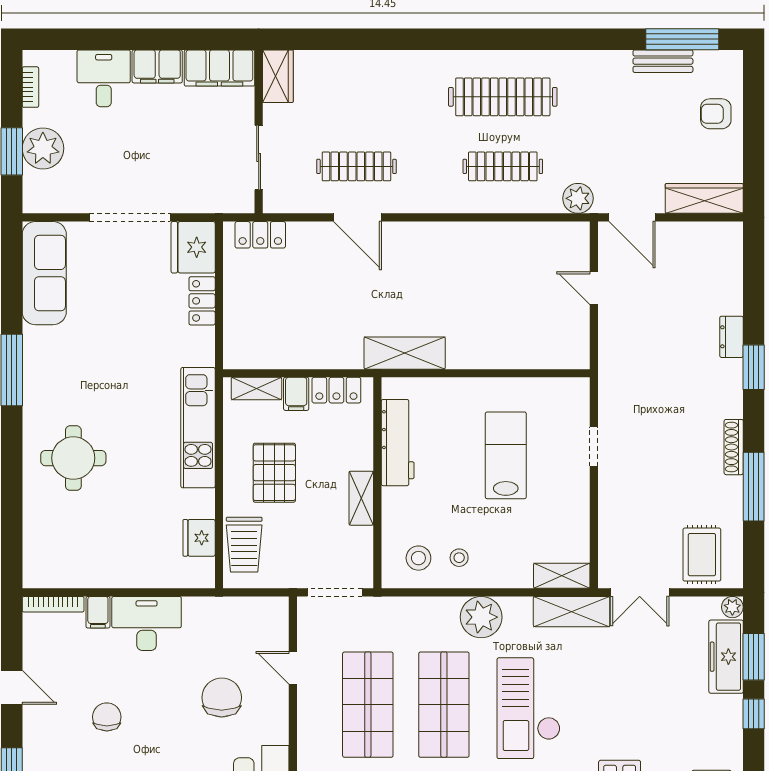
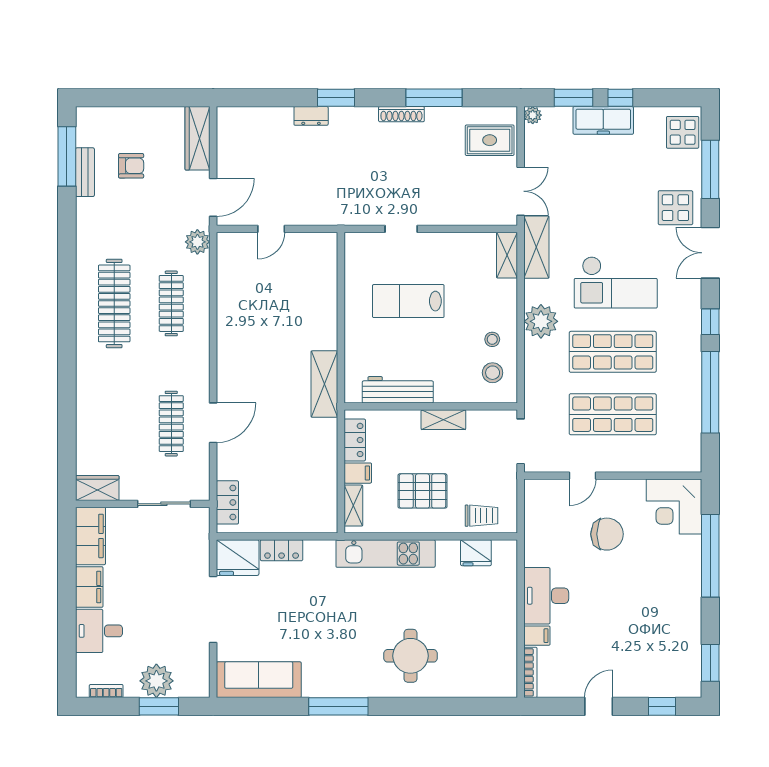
armchair: (716, 114) -> (131, 166), moved, turned -90
trolley: (244, 545) -> (482, 516), width x0.73, depth x0.72
freezer: (726, 657) -> (603, 120), moved
chair: (222, 698) -> (607, 534), turned 180
chair: (107, 717) -> (623, 628), removed

